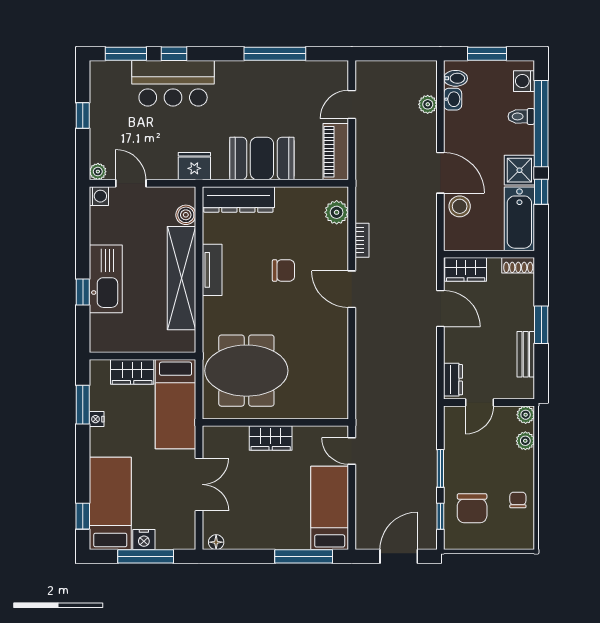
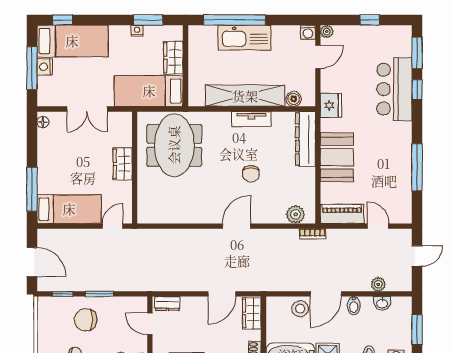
door: (391, 54) -> (417, 256), added
bidet: (456, 78) -> (354, 306), moved
bookcase: (362, 240) -> (312, 234), moved
window: (83, 292) -> (234, 20), width x3.17
chair: (472, 508) -> (86, 320), moved

